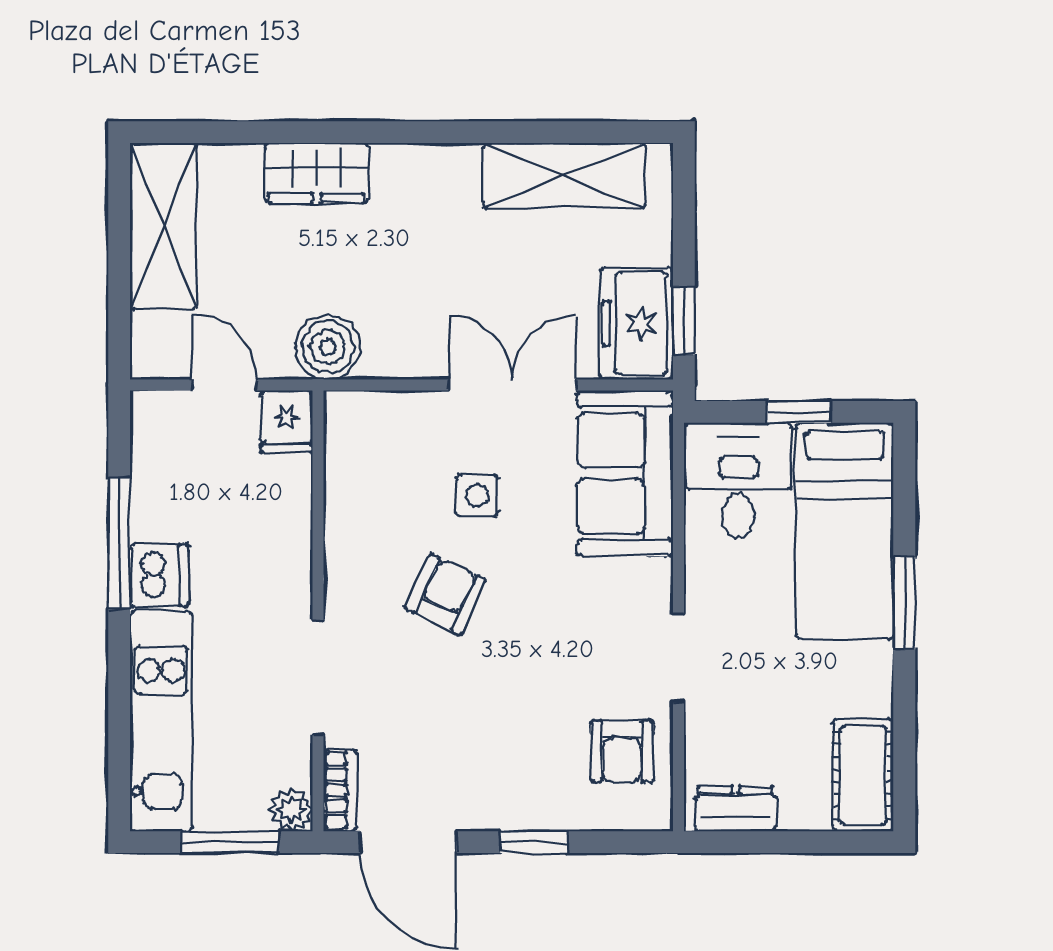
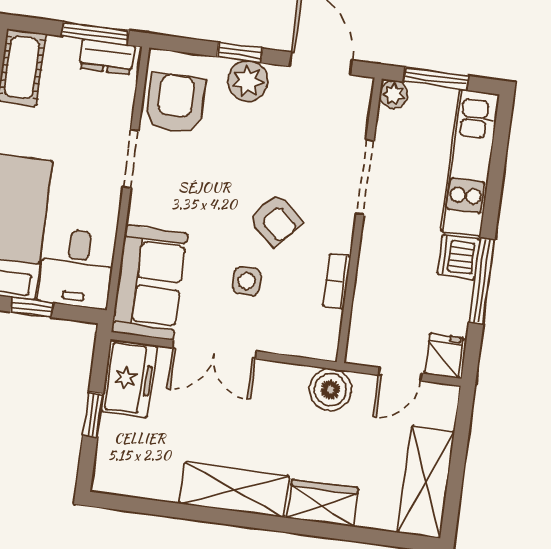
shelving: (564, 175) -> (234, 490), moved
window: (684, 321) -> (93, 415), moved
door: (224, 385) -> (400, 374), hinge flipped
fridge: (286, 422) -> (444, 356), moved
armchair: (446, 594) -> (276, 220), turned -74
armchair: (622, 751) -> (175, 104), width x1.38, depth x1.38
bookcase: (340, 790) -> (337, 281), moved
plant: (516, 800) -> (248, 81), added
window: (758, 842) -> (95, 33), added

